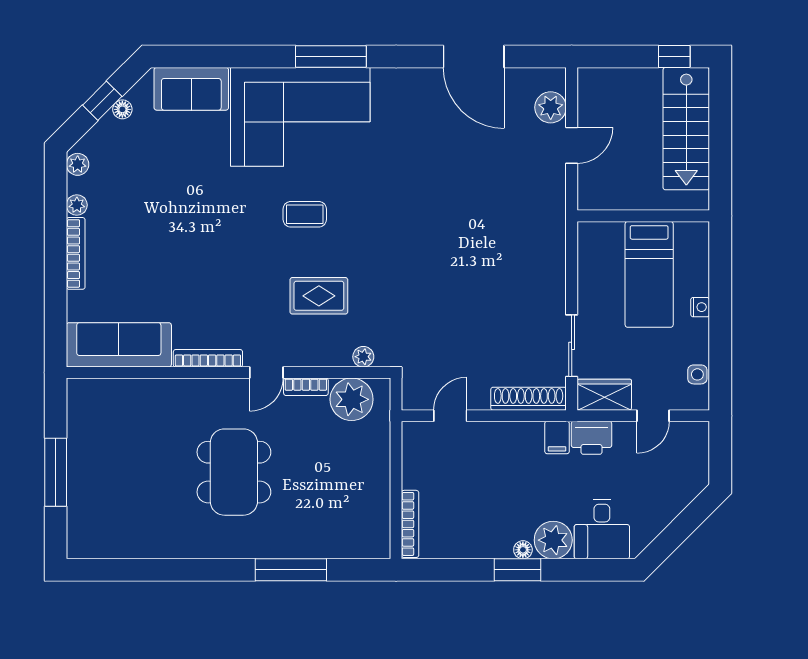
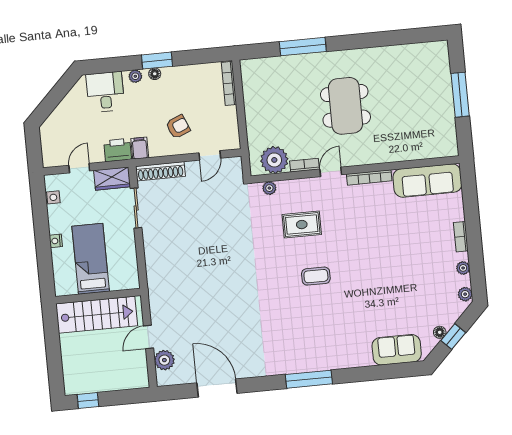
corner sofa: (300, 117) -> (325, 338), removed
stairs: (686, 129) -> (97, 315), moved, turned 90
bookcase: (76, 253) -> (461, 237), width x0.64
armchair: (495, 465) -> (178, 127), added
plant: (553, 540) -> (135, 76), width x0.53, depth x0.53

